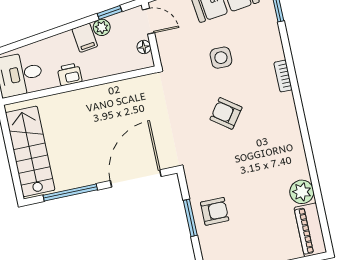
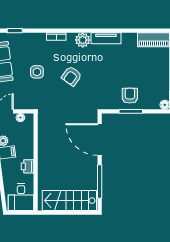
tv unit: (297, 155) -> (106, 38), added
plant: (302, 192) -> (83, 40), moved

